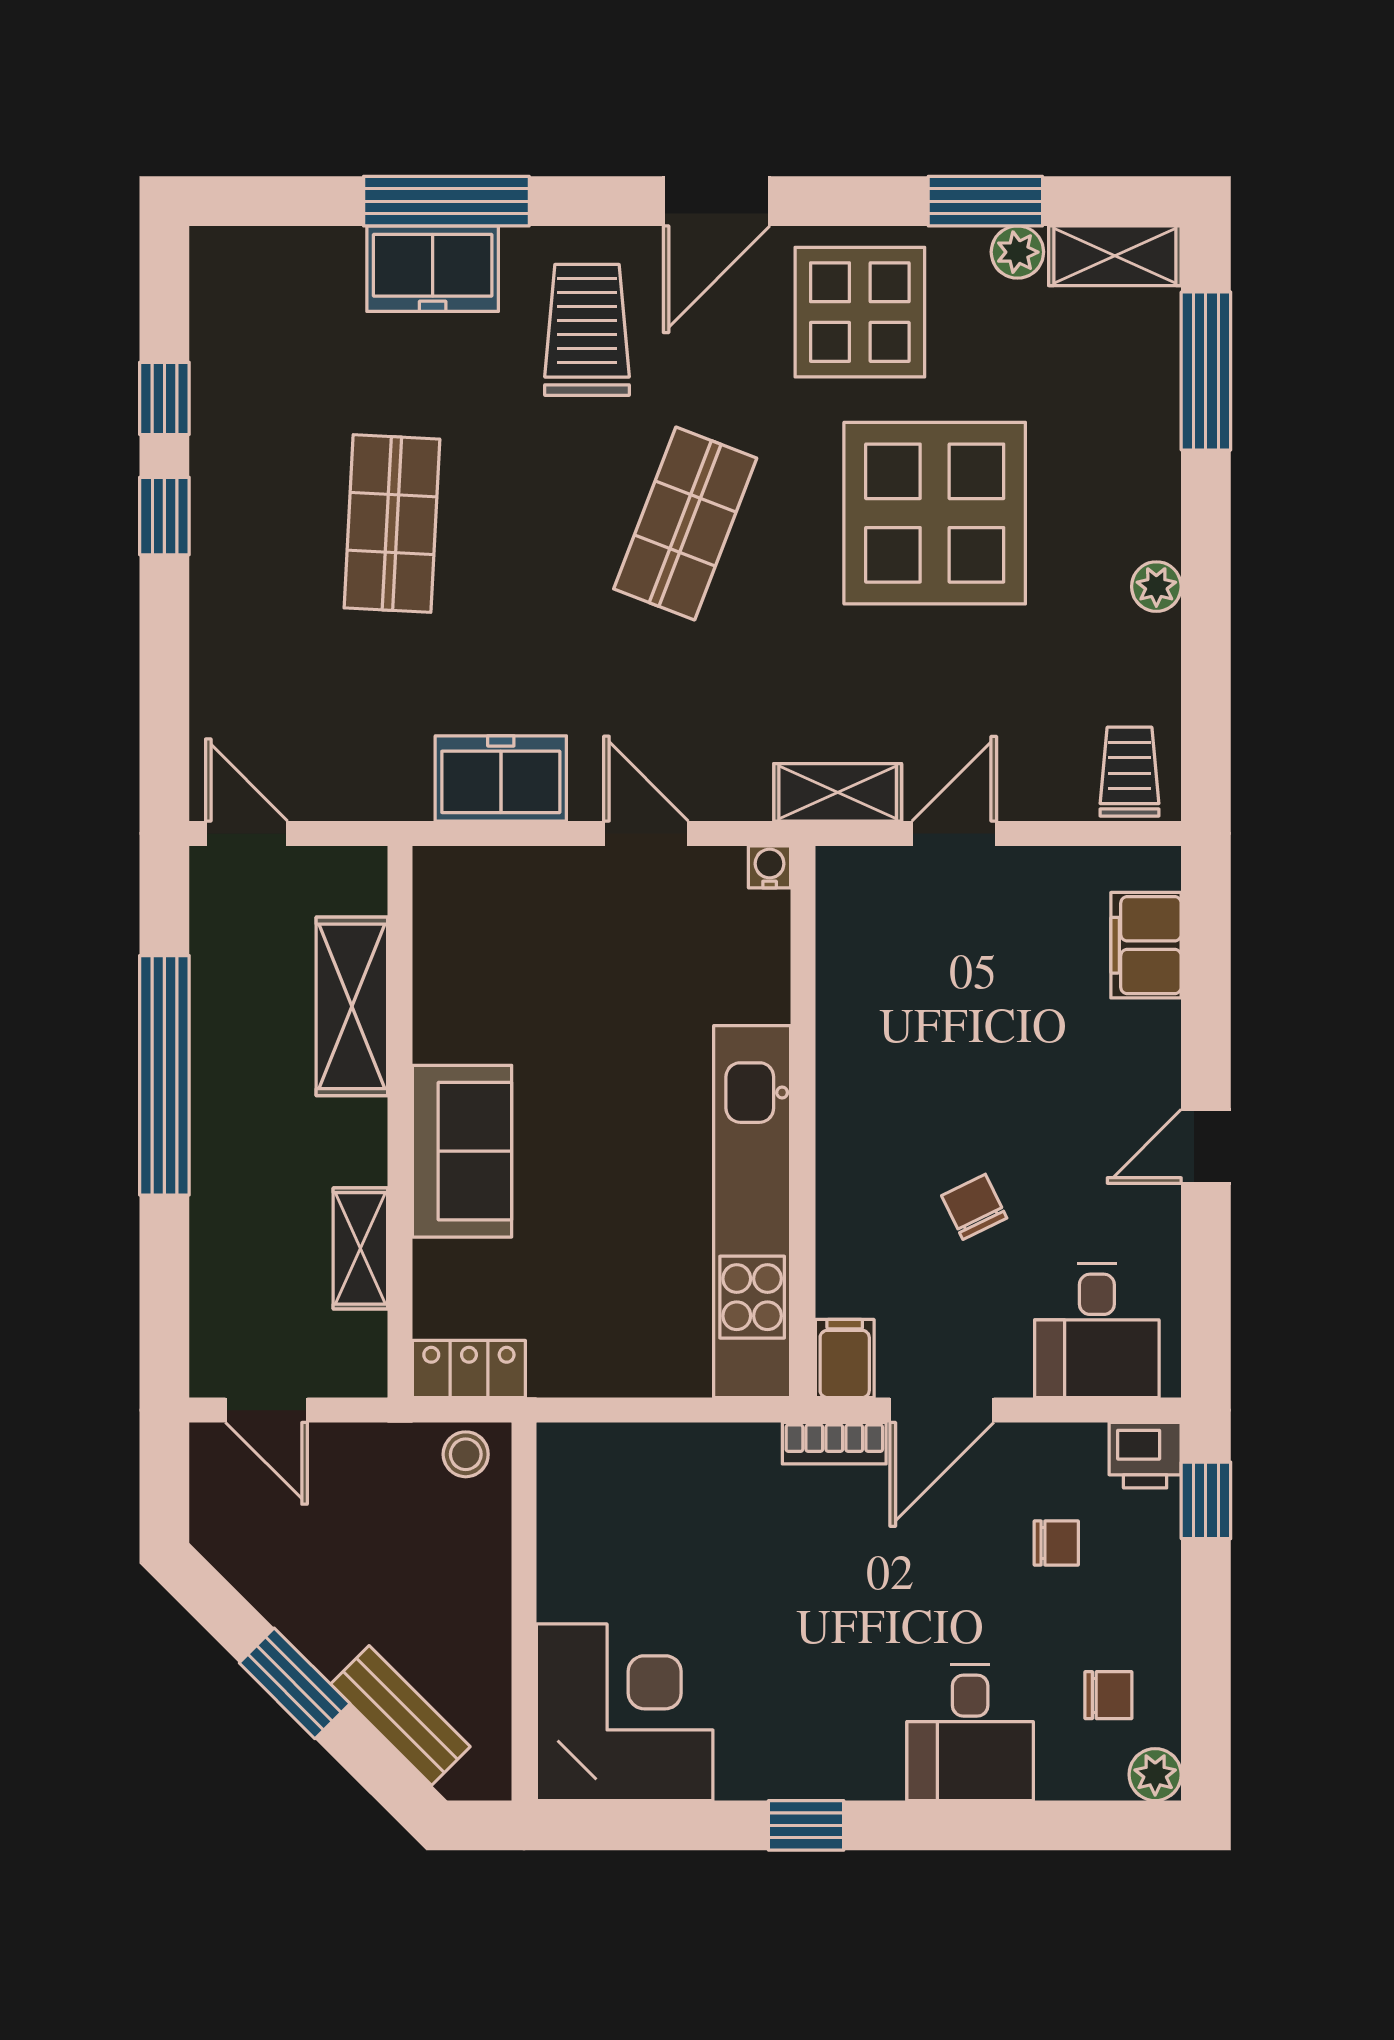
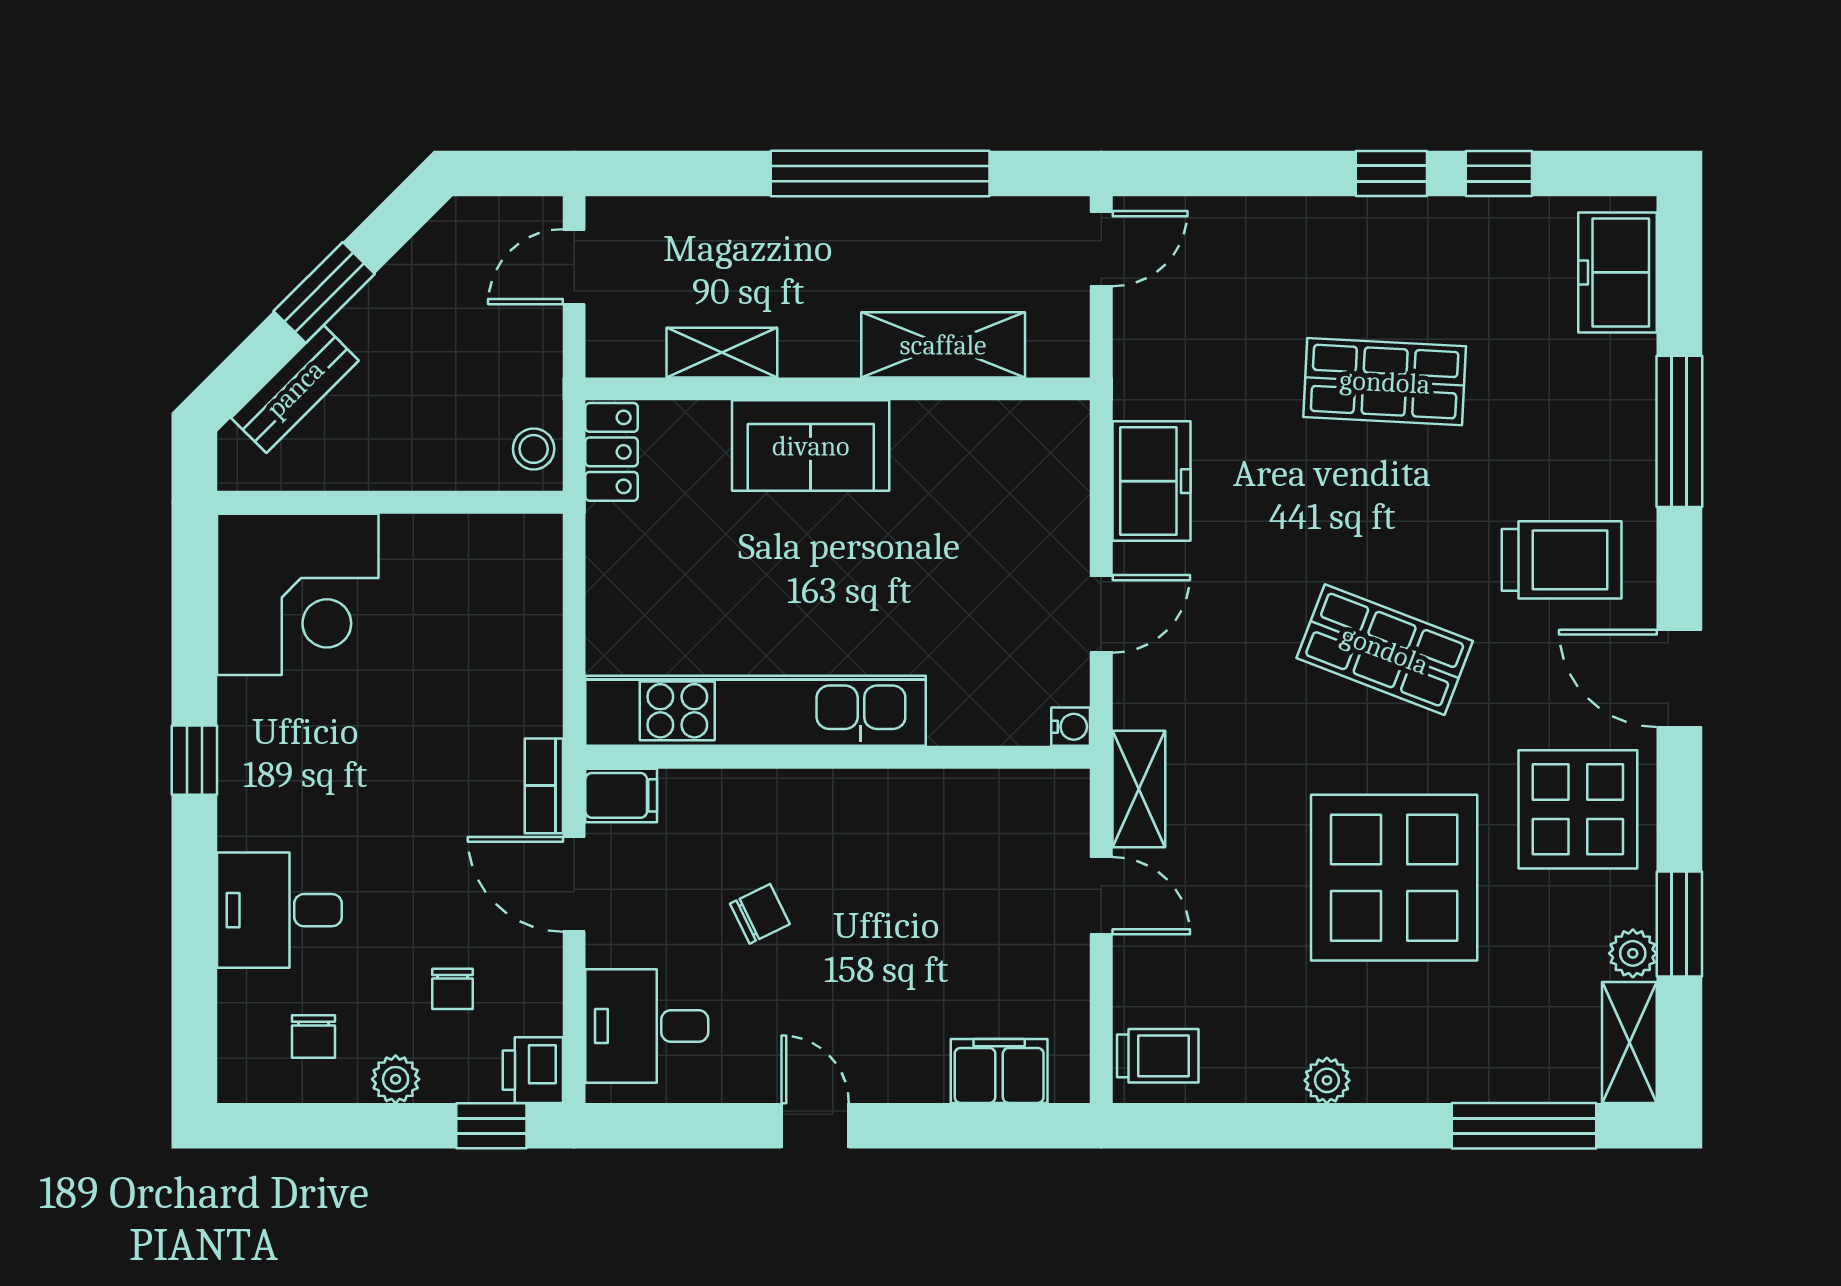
freezer: (433, 269) -> (1618, 272), moved
plant: (1155, 1775) -> (396, 1079), moved

